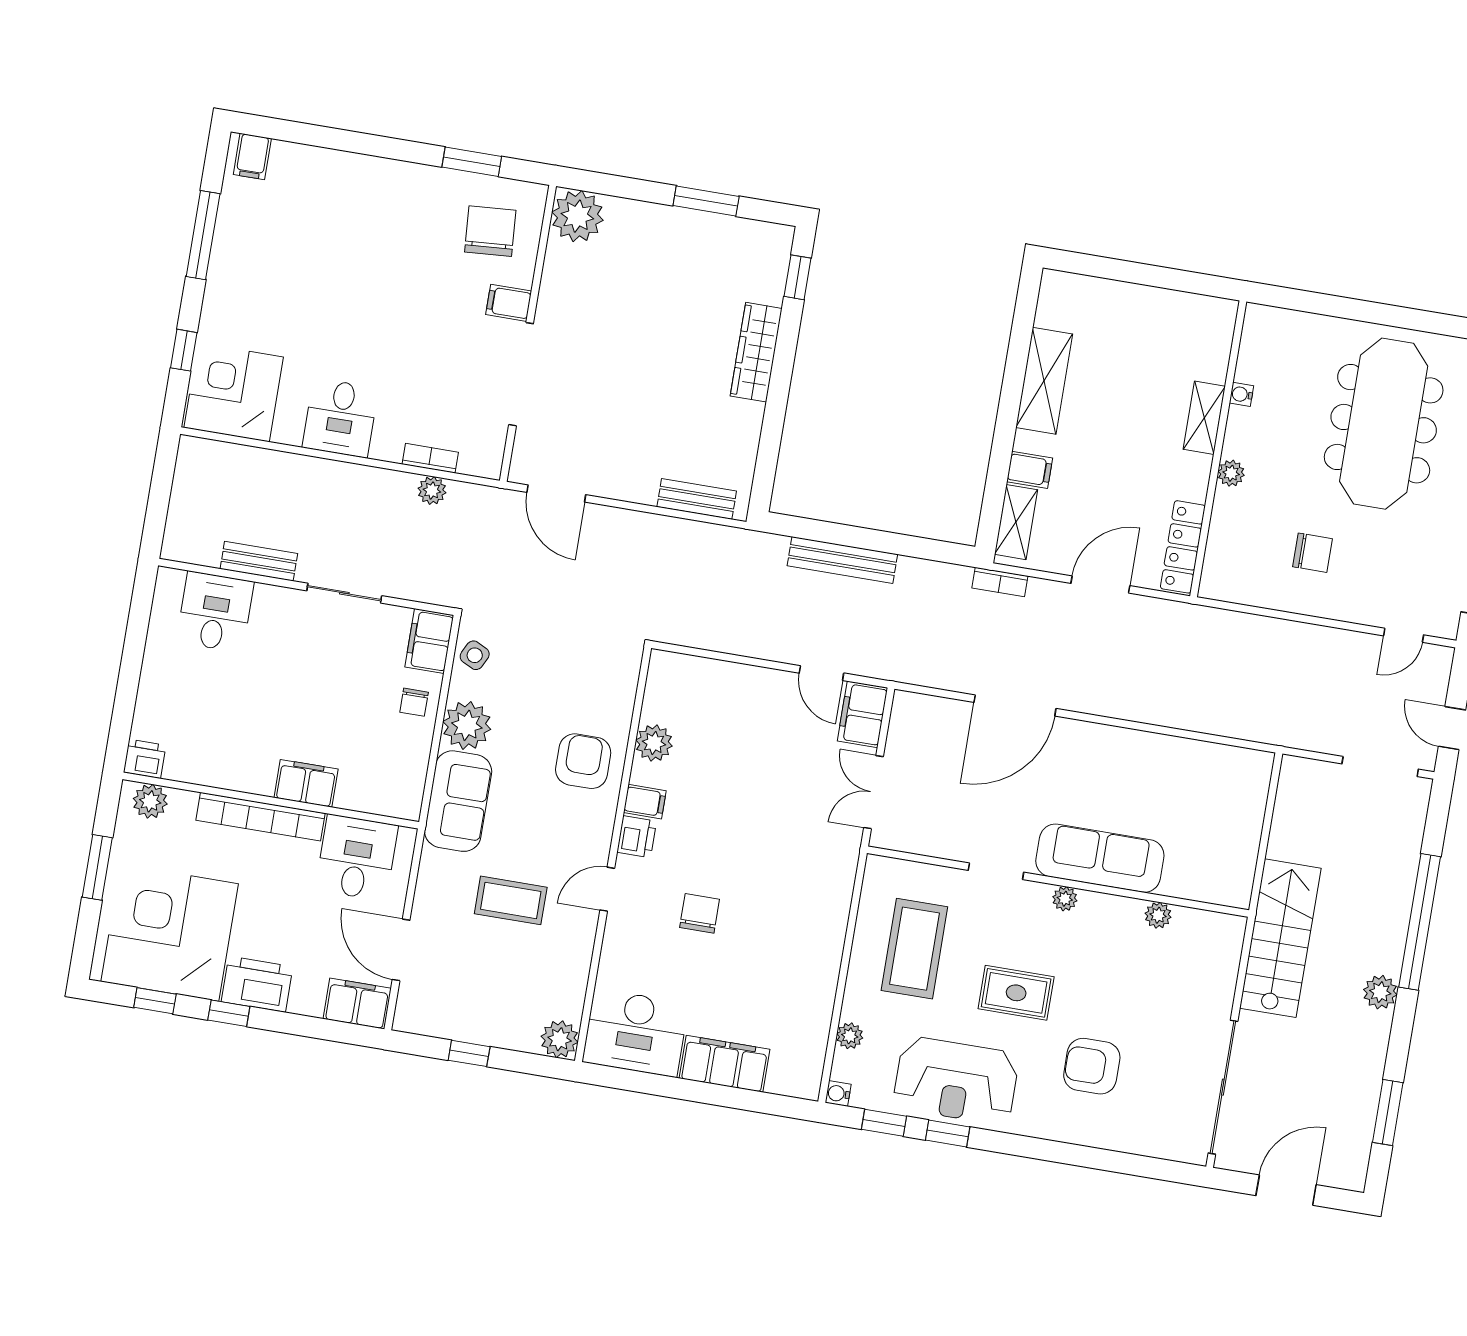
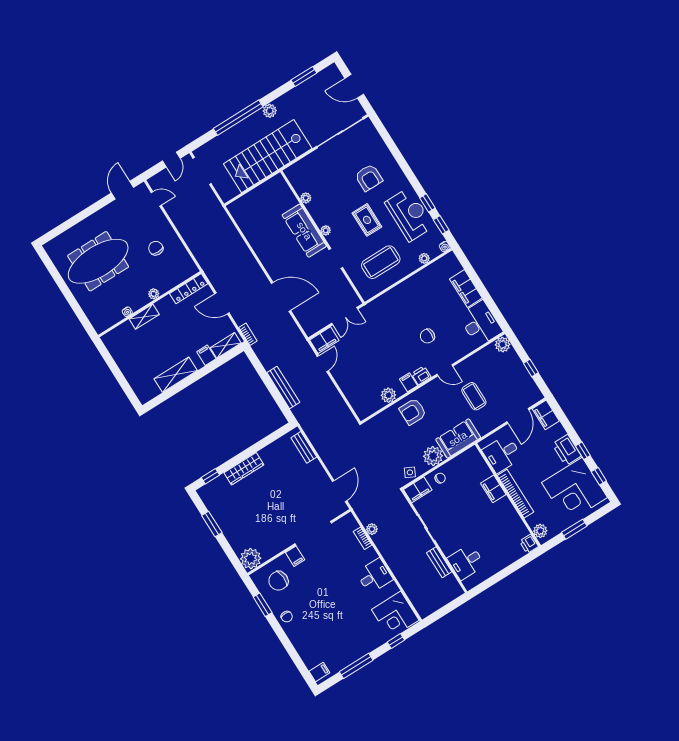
chair: (410, 187) -> (287, 617), added
stairs: (1280, 938) -> (268, 156), width x1.36, depth x1.51

